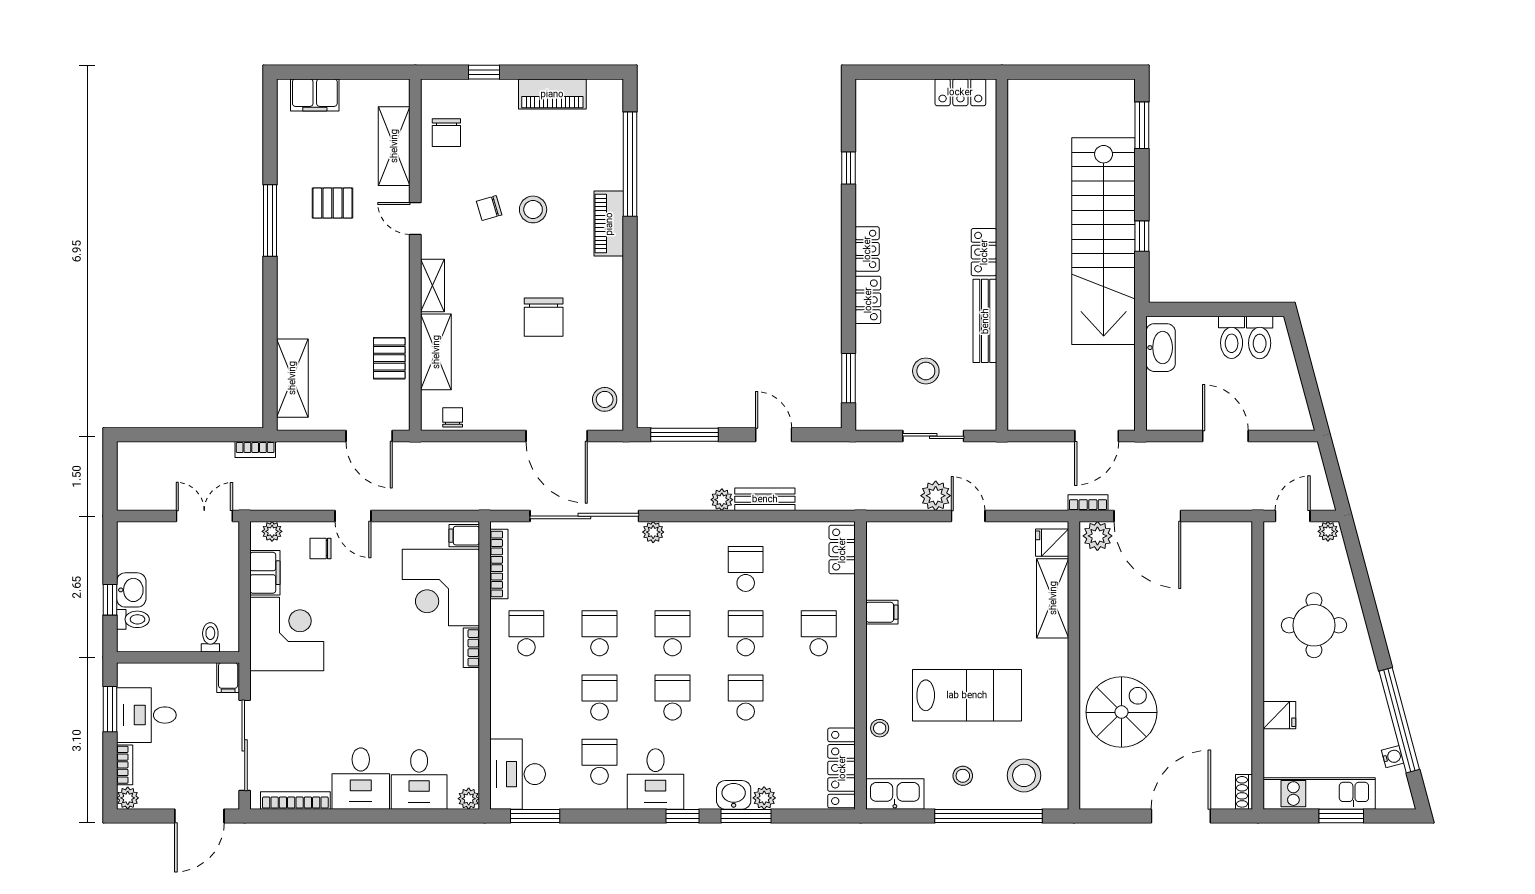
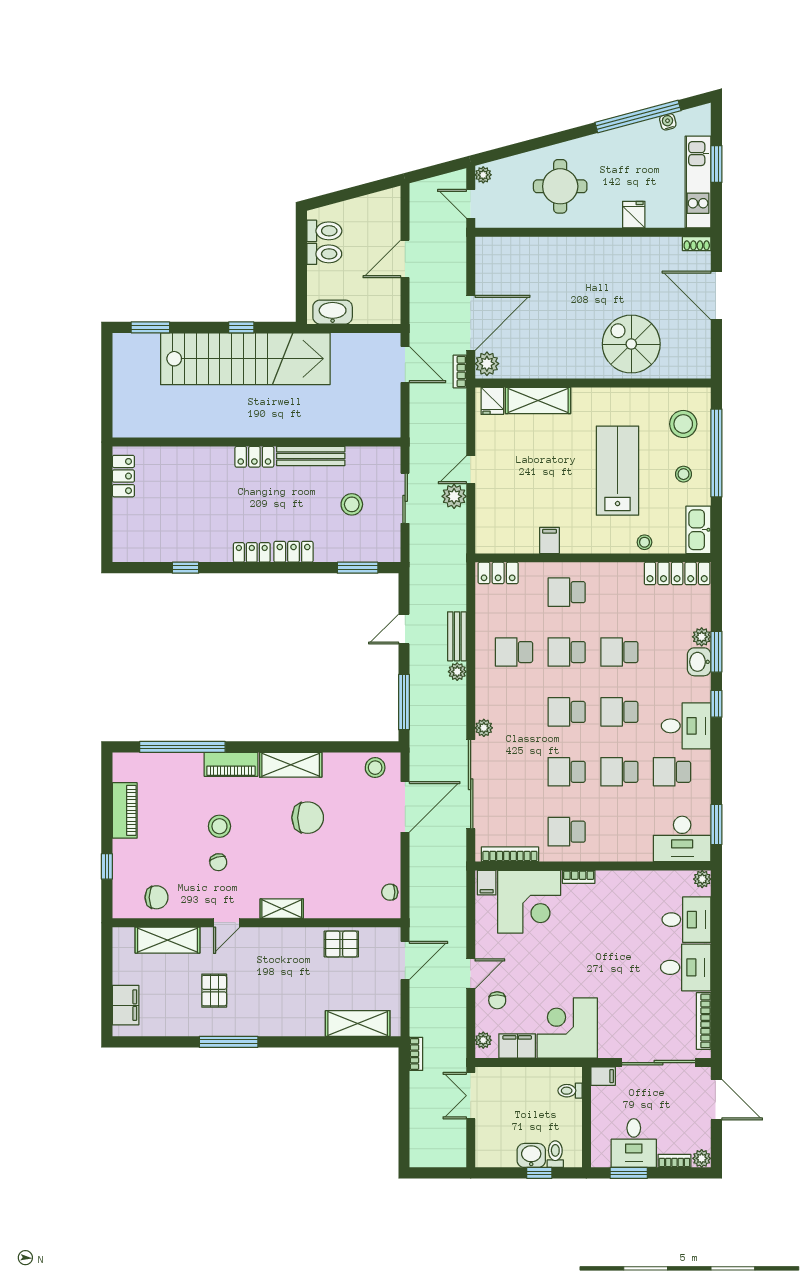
shelving: (436, 352) -> (291, 765), moved

